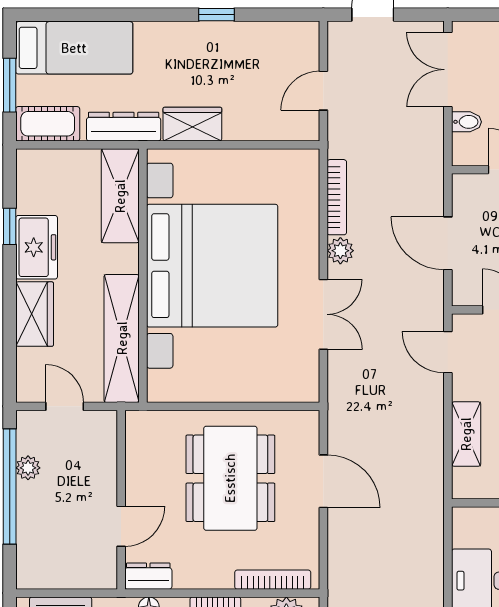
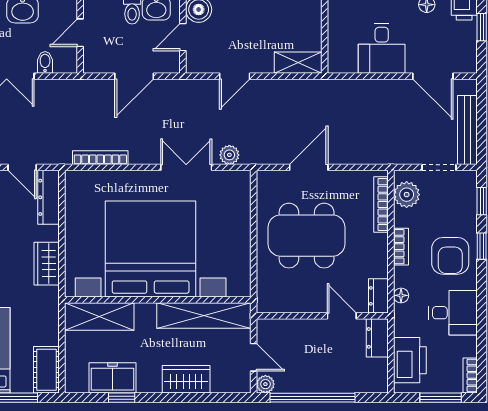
dresser: (124, 127) -> (49, 197), moved
freezer: (37, 247) -> (112, 378), moved
plant: (340, 251) -> (229, 155), moved
door: (448, 352) -> (235, 76), moved
door: (65, 406) -> (254, 357), swing flipped
shelving: (466, 434) -> (298, 63), moved
plant: (28, 468) -> (265, 384), moved
dresser: (91, 575) -> (377, 338), added

